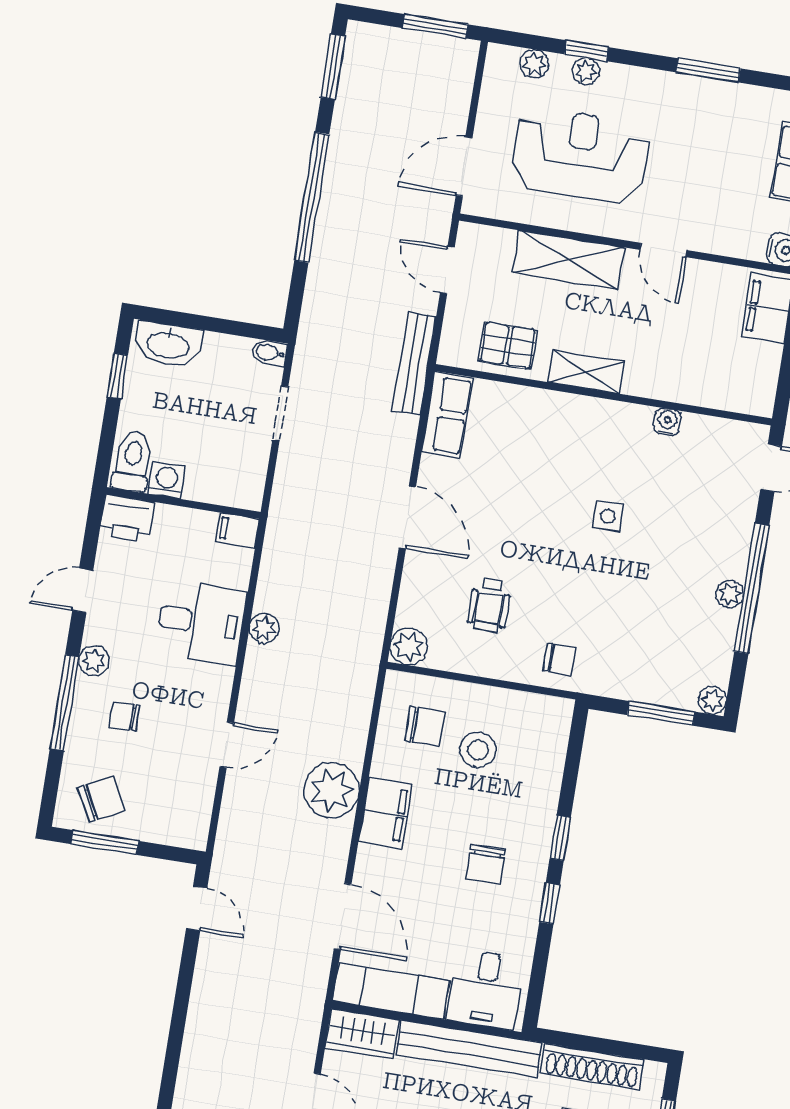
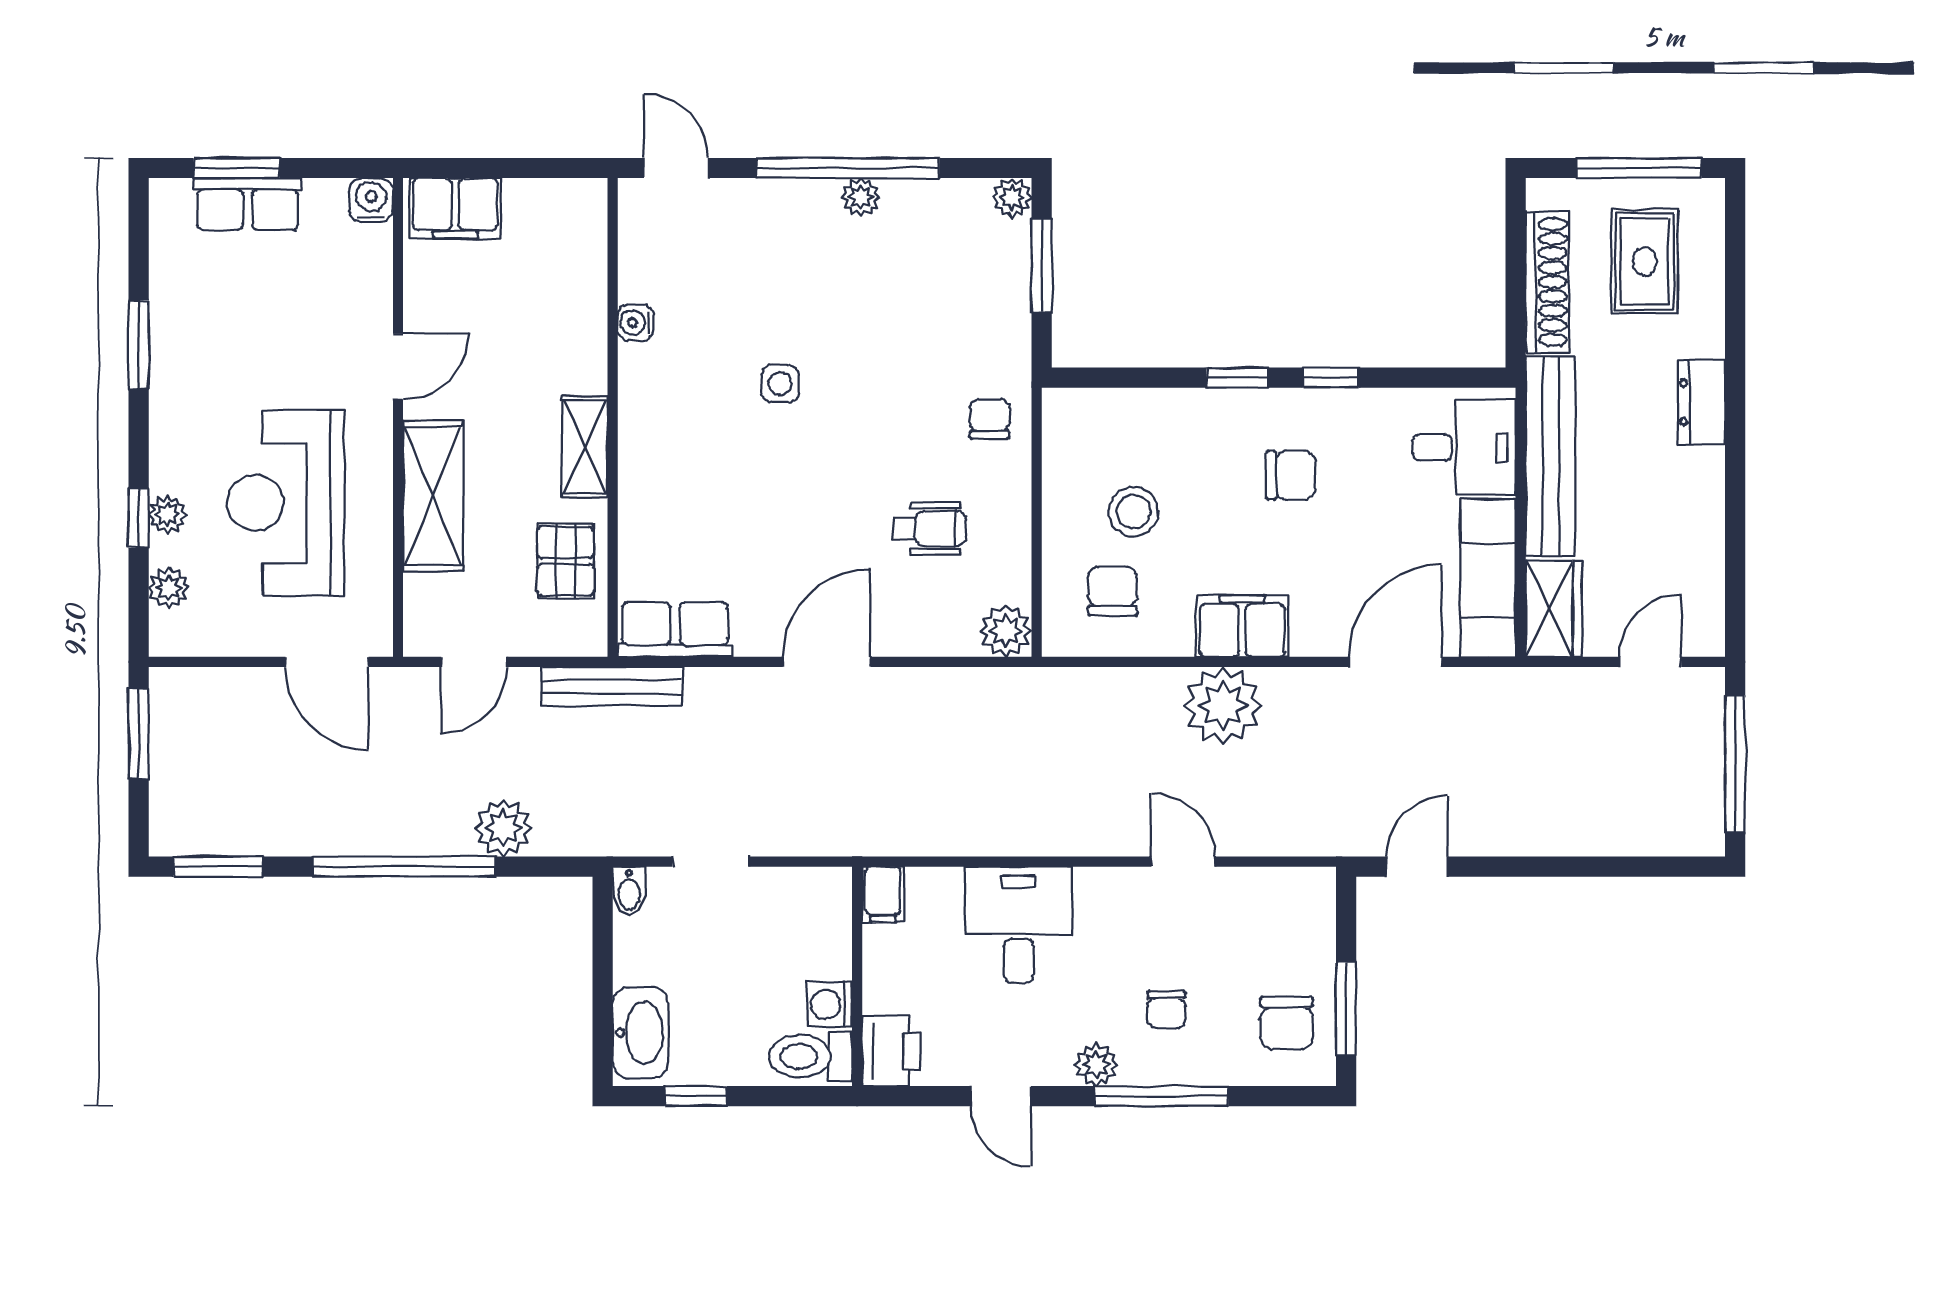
plant: (264, 628) -> (503, 828), moved, width x1.38, depth x1.38
chair: (102, 799) -> (1286, 1023), turned -152

